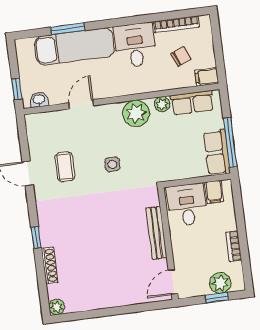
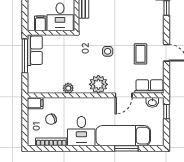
row of seats: (192, 103) -> (149, 87), moved
plant: (136, 113) -> (98, 84), moved

